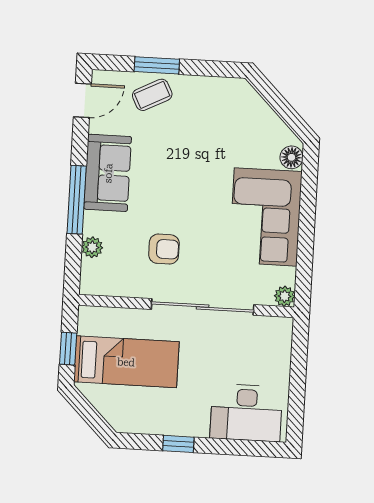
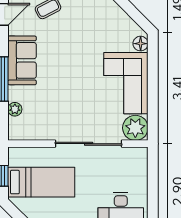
armchair: (164, 249) -> (61, 108), removed
plant: (285, 296) -> (135, 128), width x1.87, depth x1.87

